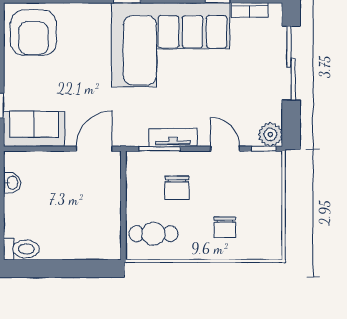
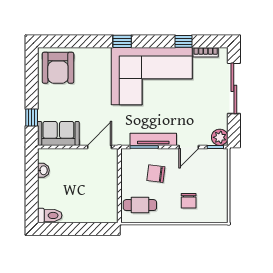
tv unit: (173, 137) -> (153, 139), width x1.41
door: (225, 149) -> (189, 147), swing flipped
chair: (177, 188) -> (156, 174), turned 97

